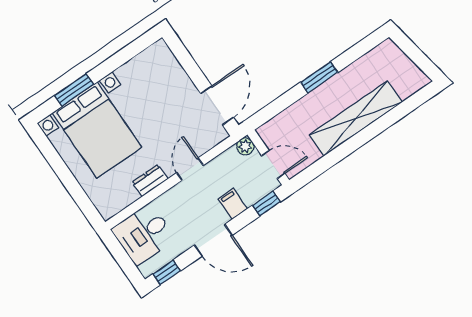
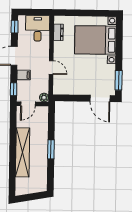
window: (74, 90) -> (119, 80), moved
door: (217, 105) -> (100, 98), moved
dresser: (150, 181) -> (58, 32), moved

